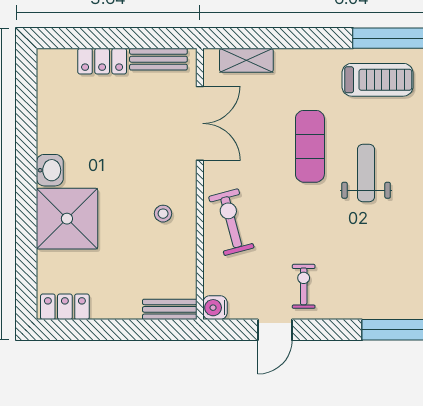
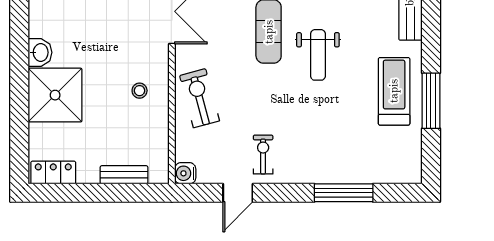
weight bench: (366, 173) -> (318, 55), turned 180
bench: (170, 309) -> (124, 175), moved

